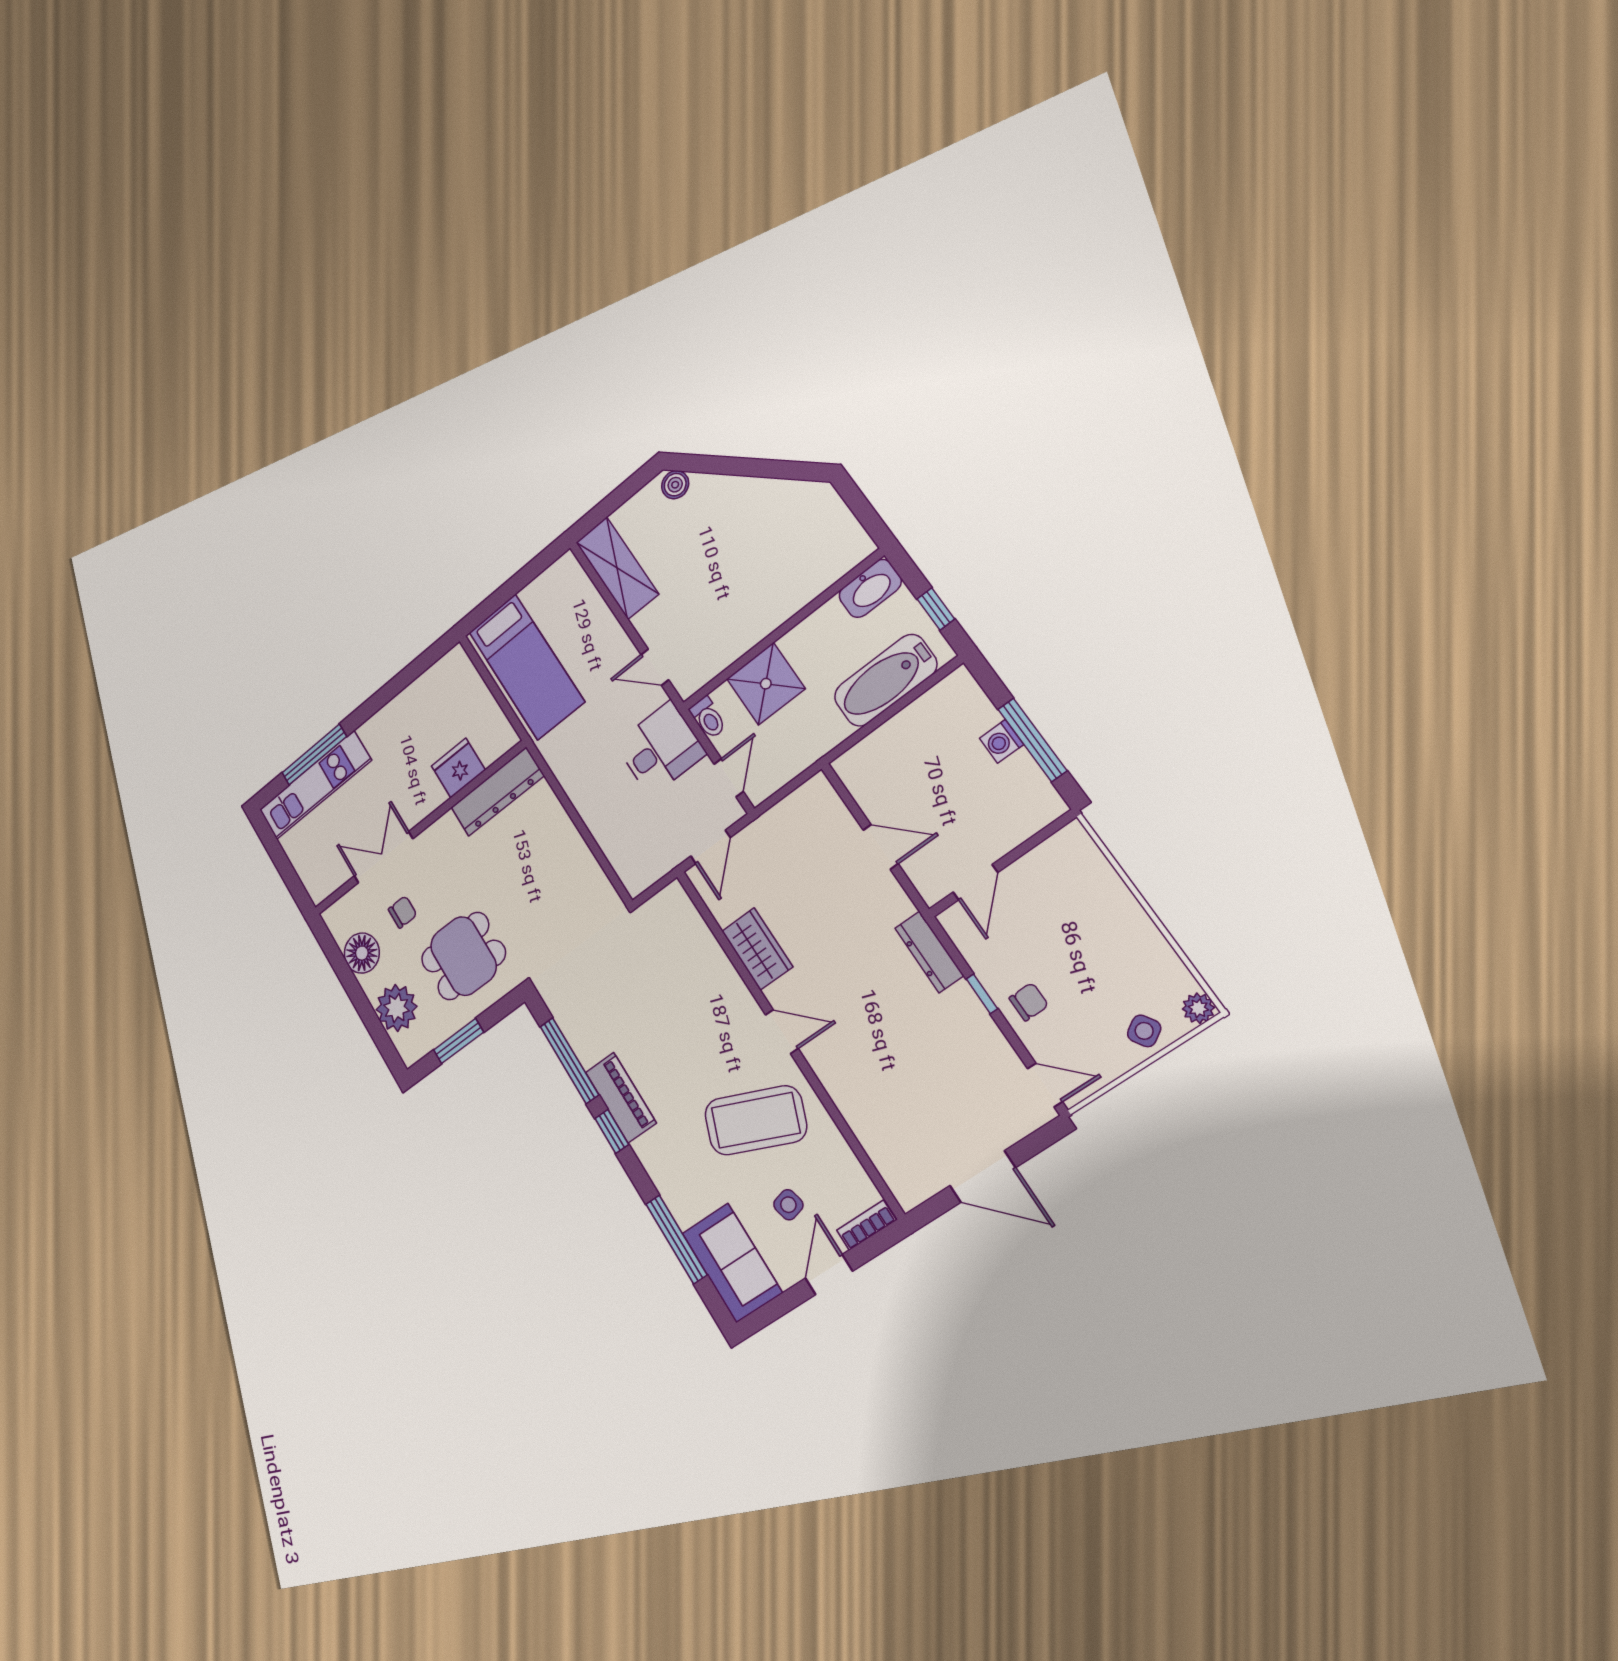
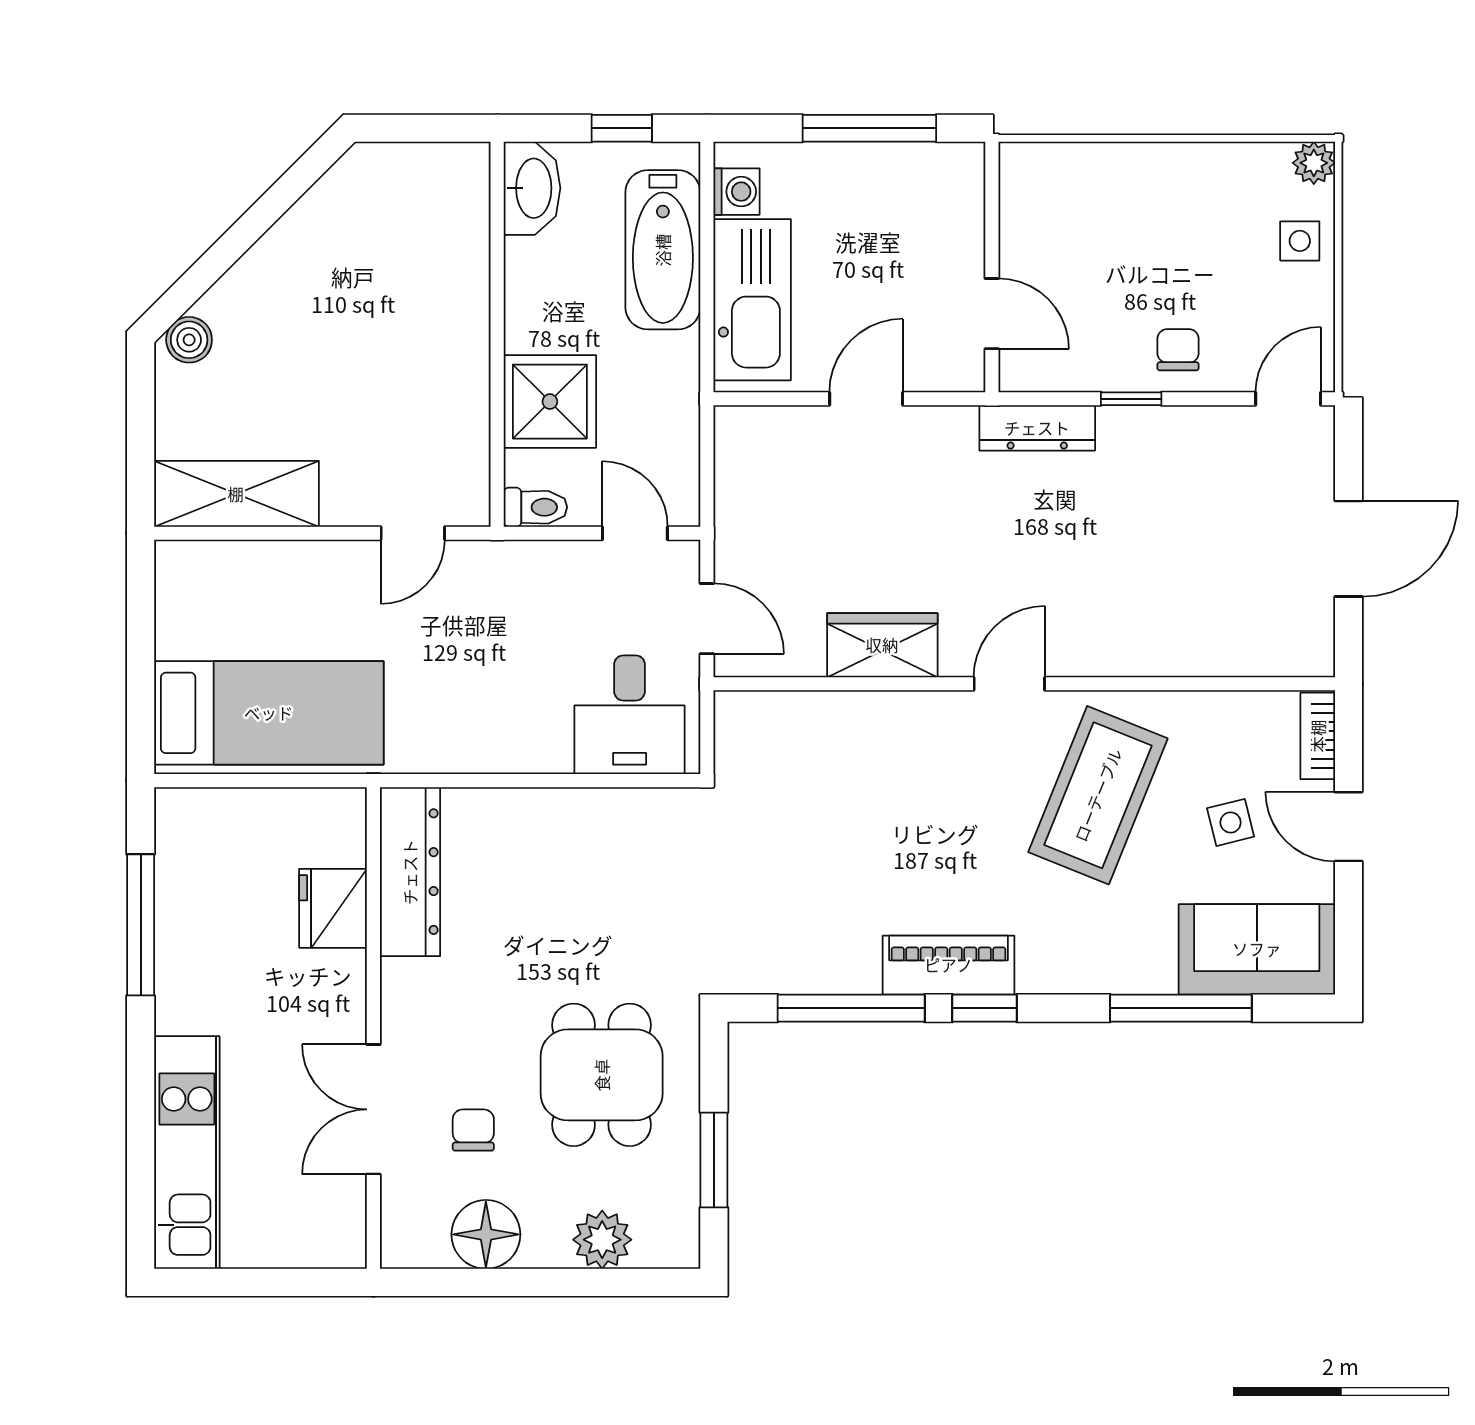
washing machine: (1001, 741) -> (737, 192), moved, turned -90
kitchen sink: (892, 747) -> (752, 300), added
desk: (660, 749) -> (630, 715), moved, turned 180
window: (314, 755) -> (141, 925), moved
plant: (396, 1008) -> (602, 1240), width x0.73, depth x0.73
side table: (1144, 1031) -> (1300, 241), turned 32

